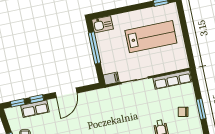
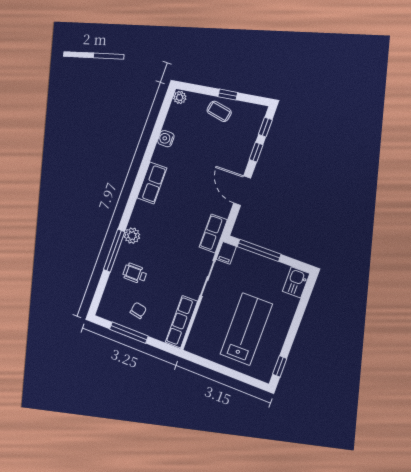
lab bench: (151, 37) -> (246, 329), turned 180
window: (95, 48) -> (259, 250), moved
row of seats: (35, 109) -> (213, 233), moved
window: (201, 109) -> (129, 333), width x1.44

